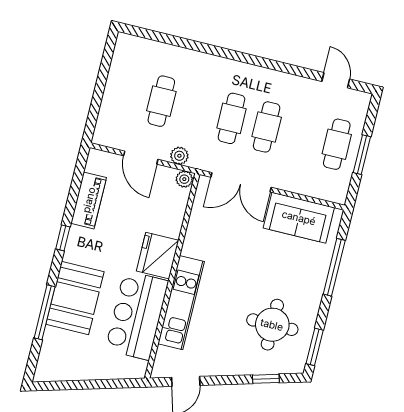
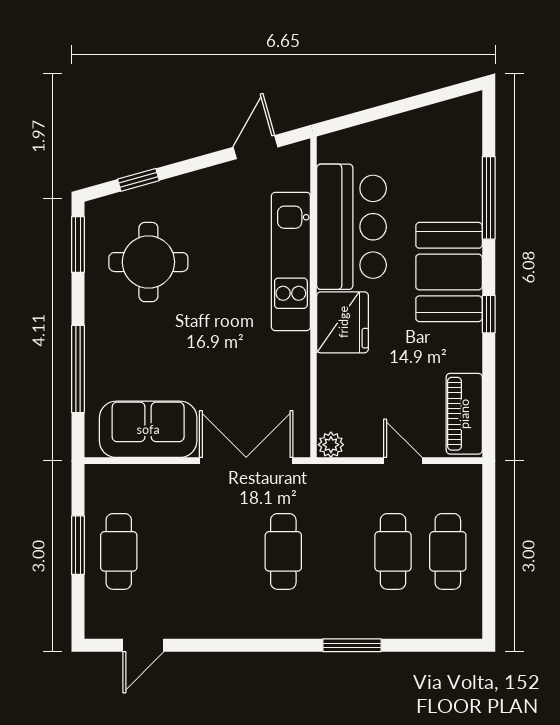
window: (202, 47) -> (352, 645), added
door: (336, 80) -> (143, 645), hinge flipped
cafe table: (267, 127) -> (448, 551), moved
plant: (179, 156) -> (347, 477), removed
door: (141, 158) -> (403, 461), width x0.73
piano: (89, 200) -> (464, 414), moved
booth: (75, 298) -> (449, 272), moved

